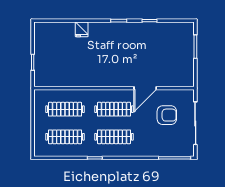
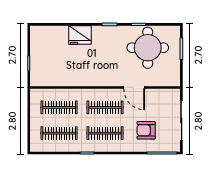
fridge: (82, 29) -> (80, 35), width x1.88, depth x1.34
round table: (159, 46) -> (148, 48), added
door: (145, 88) -> (134, 87), hinge flipped
armchair: (167, 115) -> (146, 130), moved, turned 180

